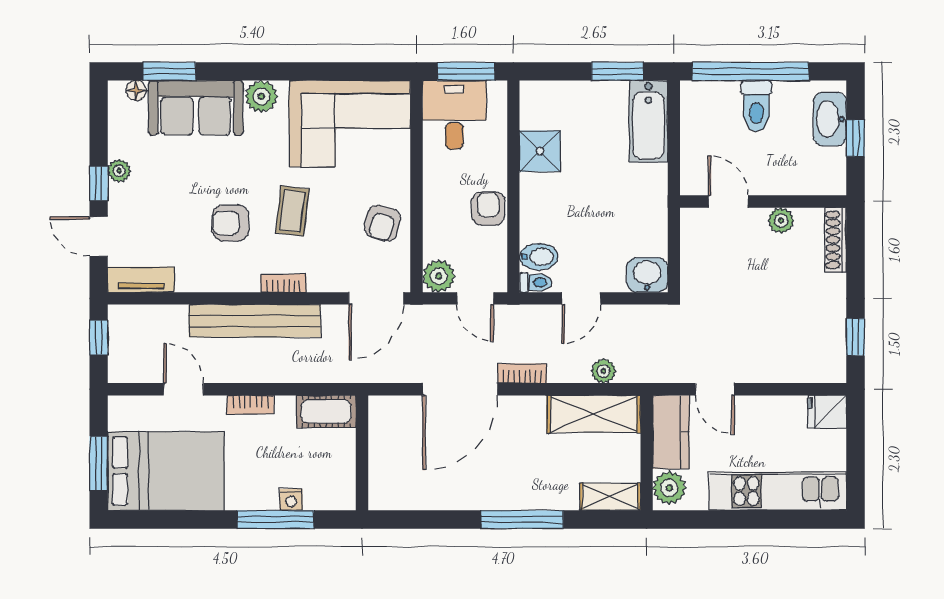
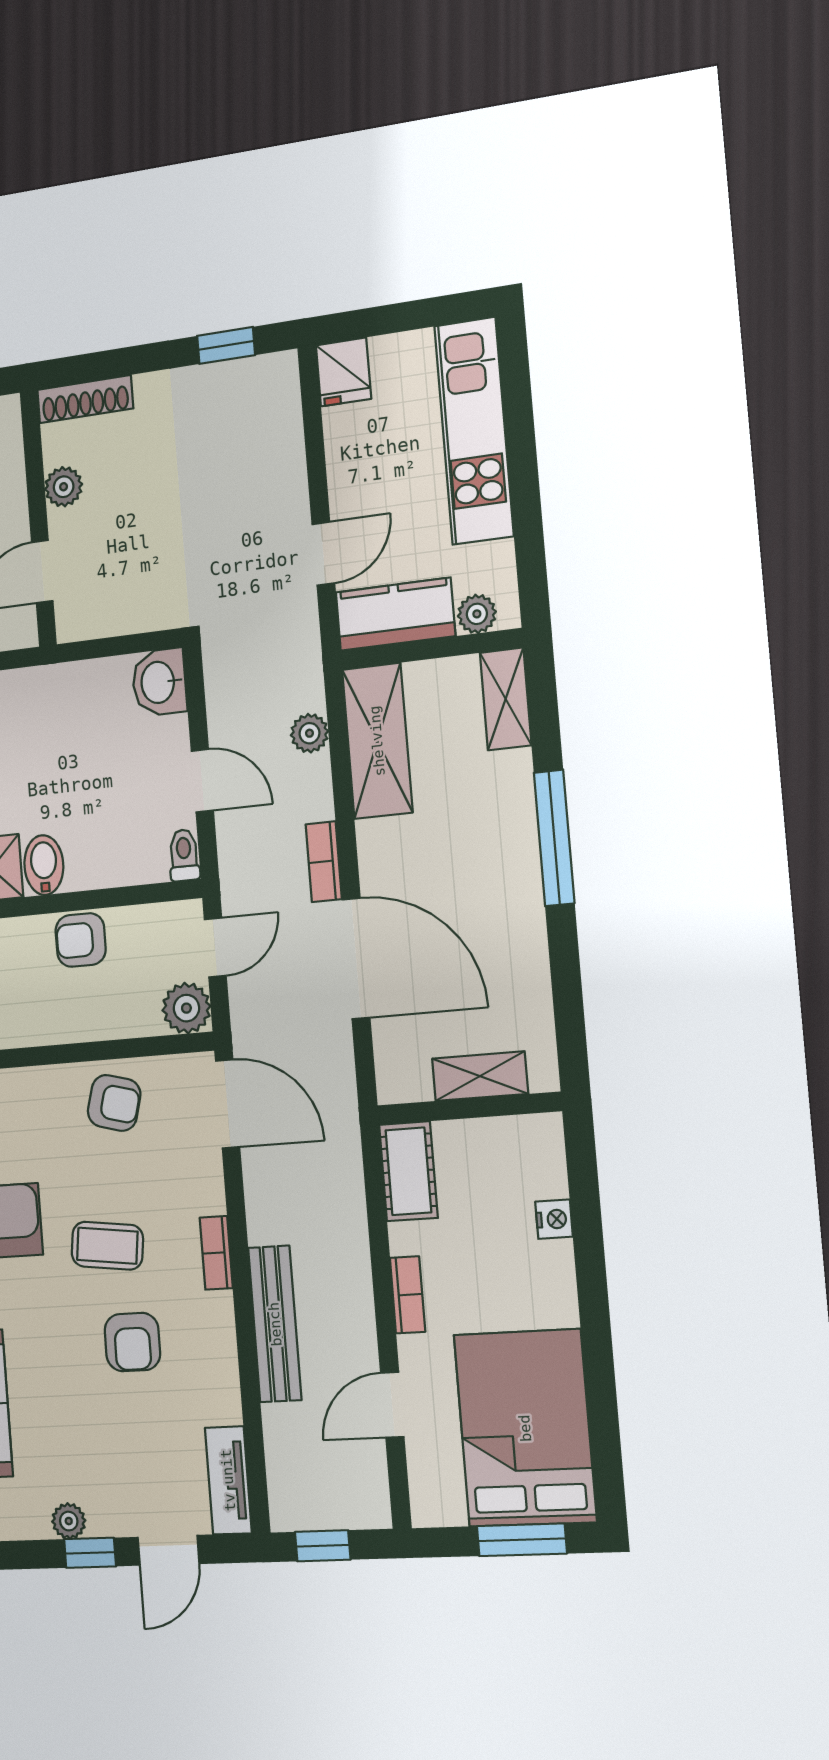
bidet: (539, 257) -> (44, 865), moved
bench: (255, 321) -> (275, 1324), width x0.73, depth x0.82
shelving: (381, 461) -> (480, 1076), added
plant: (669, 488) -> (477, 614), width x0.73, depth x0.73
window: (276, 519) -> (588, 1243), removed

